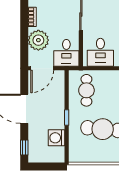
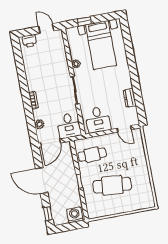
plant: (38, 40) -> (39, 124), width x0.53, depth x0.53
cafe table: (86, 90) -> (92, 155), turned 90
washing machine: (56, 138) -> (75, 215), moved, turned 90

